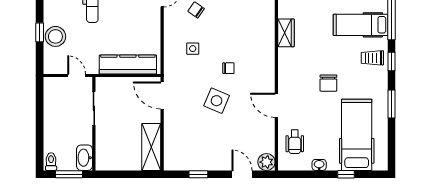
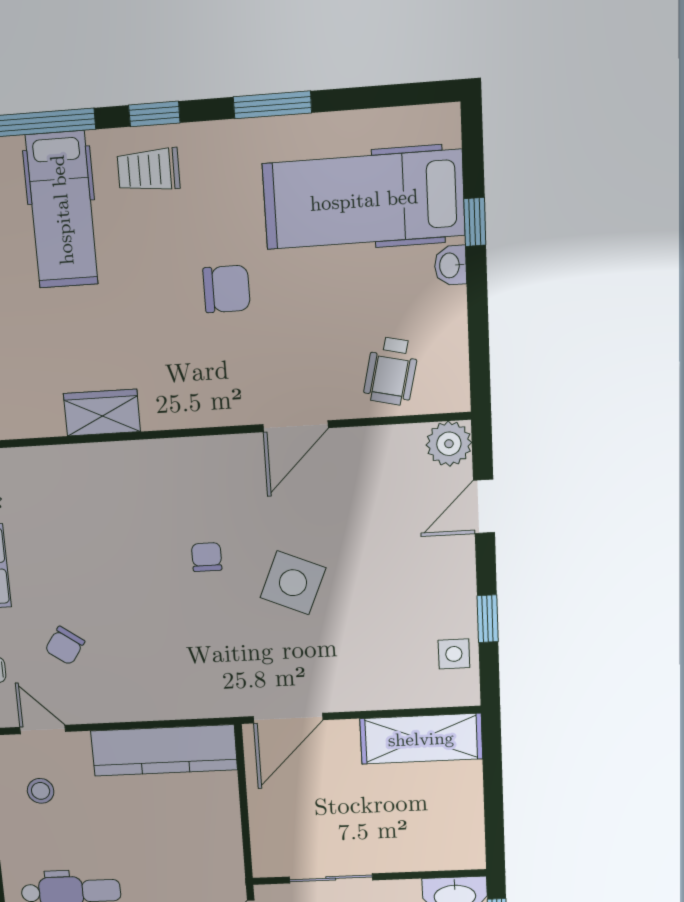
side table: (193, 49) -> (454, 654), moved
trolley: (372, 58) -> (148, 170), turned 90
kitchen counter: (128, 64) -> (164, 750), moved, turned -90
wheelchair: (295, 142) -> (391, 371), turned 103
washbasin: (319, 165) -> (450, 265), moved

